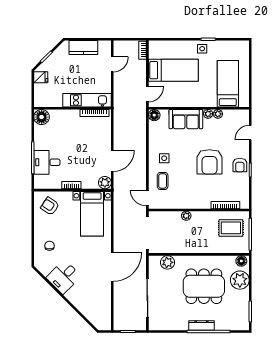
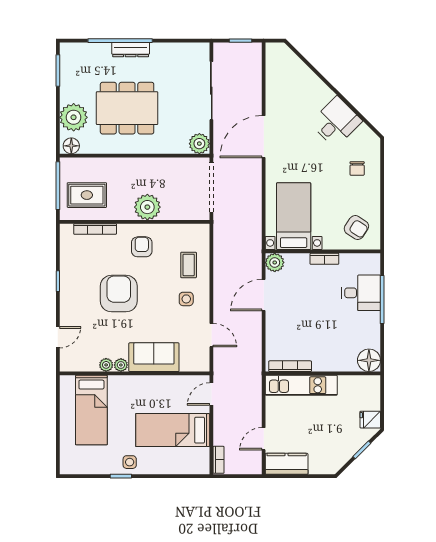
kitchen counter: (83, 48) -> (287, 464), moved
floor lamp: (154, 115) -> (201, 363), removed
armchair: (240, 165) -> (142, 247), moved
door: (147, 198) -> (211, 335), moved
plant: (186, 216) -> (147, 207), width x1.88, depth x1.88
plant: (168, 262) -> (199, 144), moved

